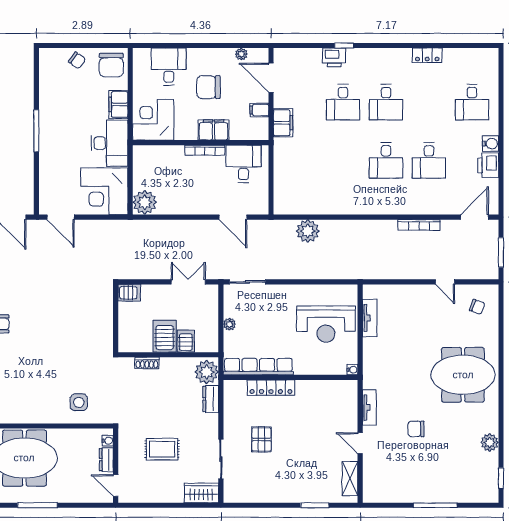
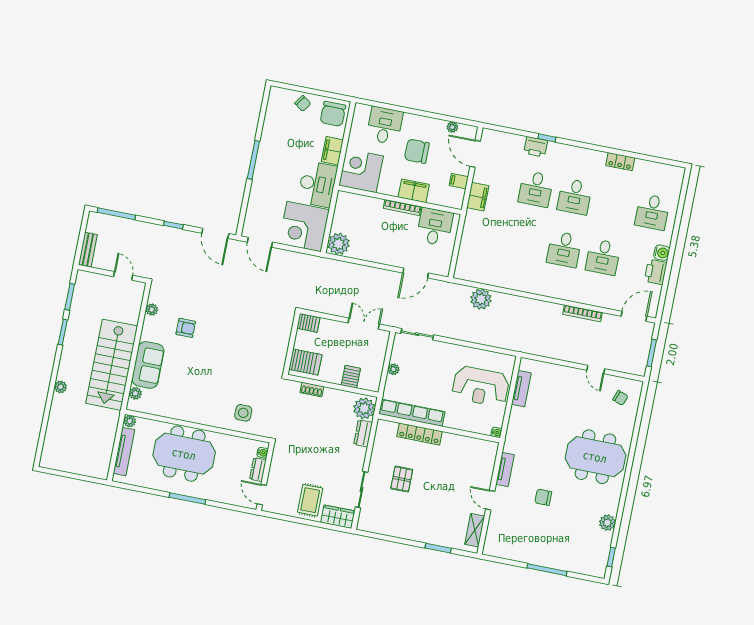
door: (233, 217) -> (416, 273), hinge flipped
server rack: (165, 336) -> (305, 362), moved, turned 90
rug: (162, 449) -> (310, 500), moved, turned 90

